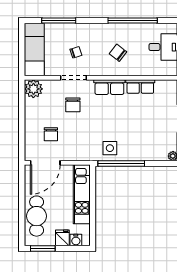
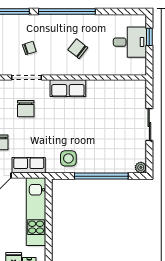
window: (133, 21) -> (67, 12), moved
row of seats: (140, 87) -> (29, 165), moved, turned 180
window: (121, 163) -> (101, 176), moved

